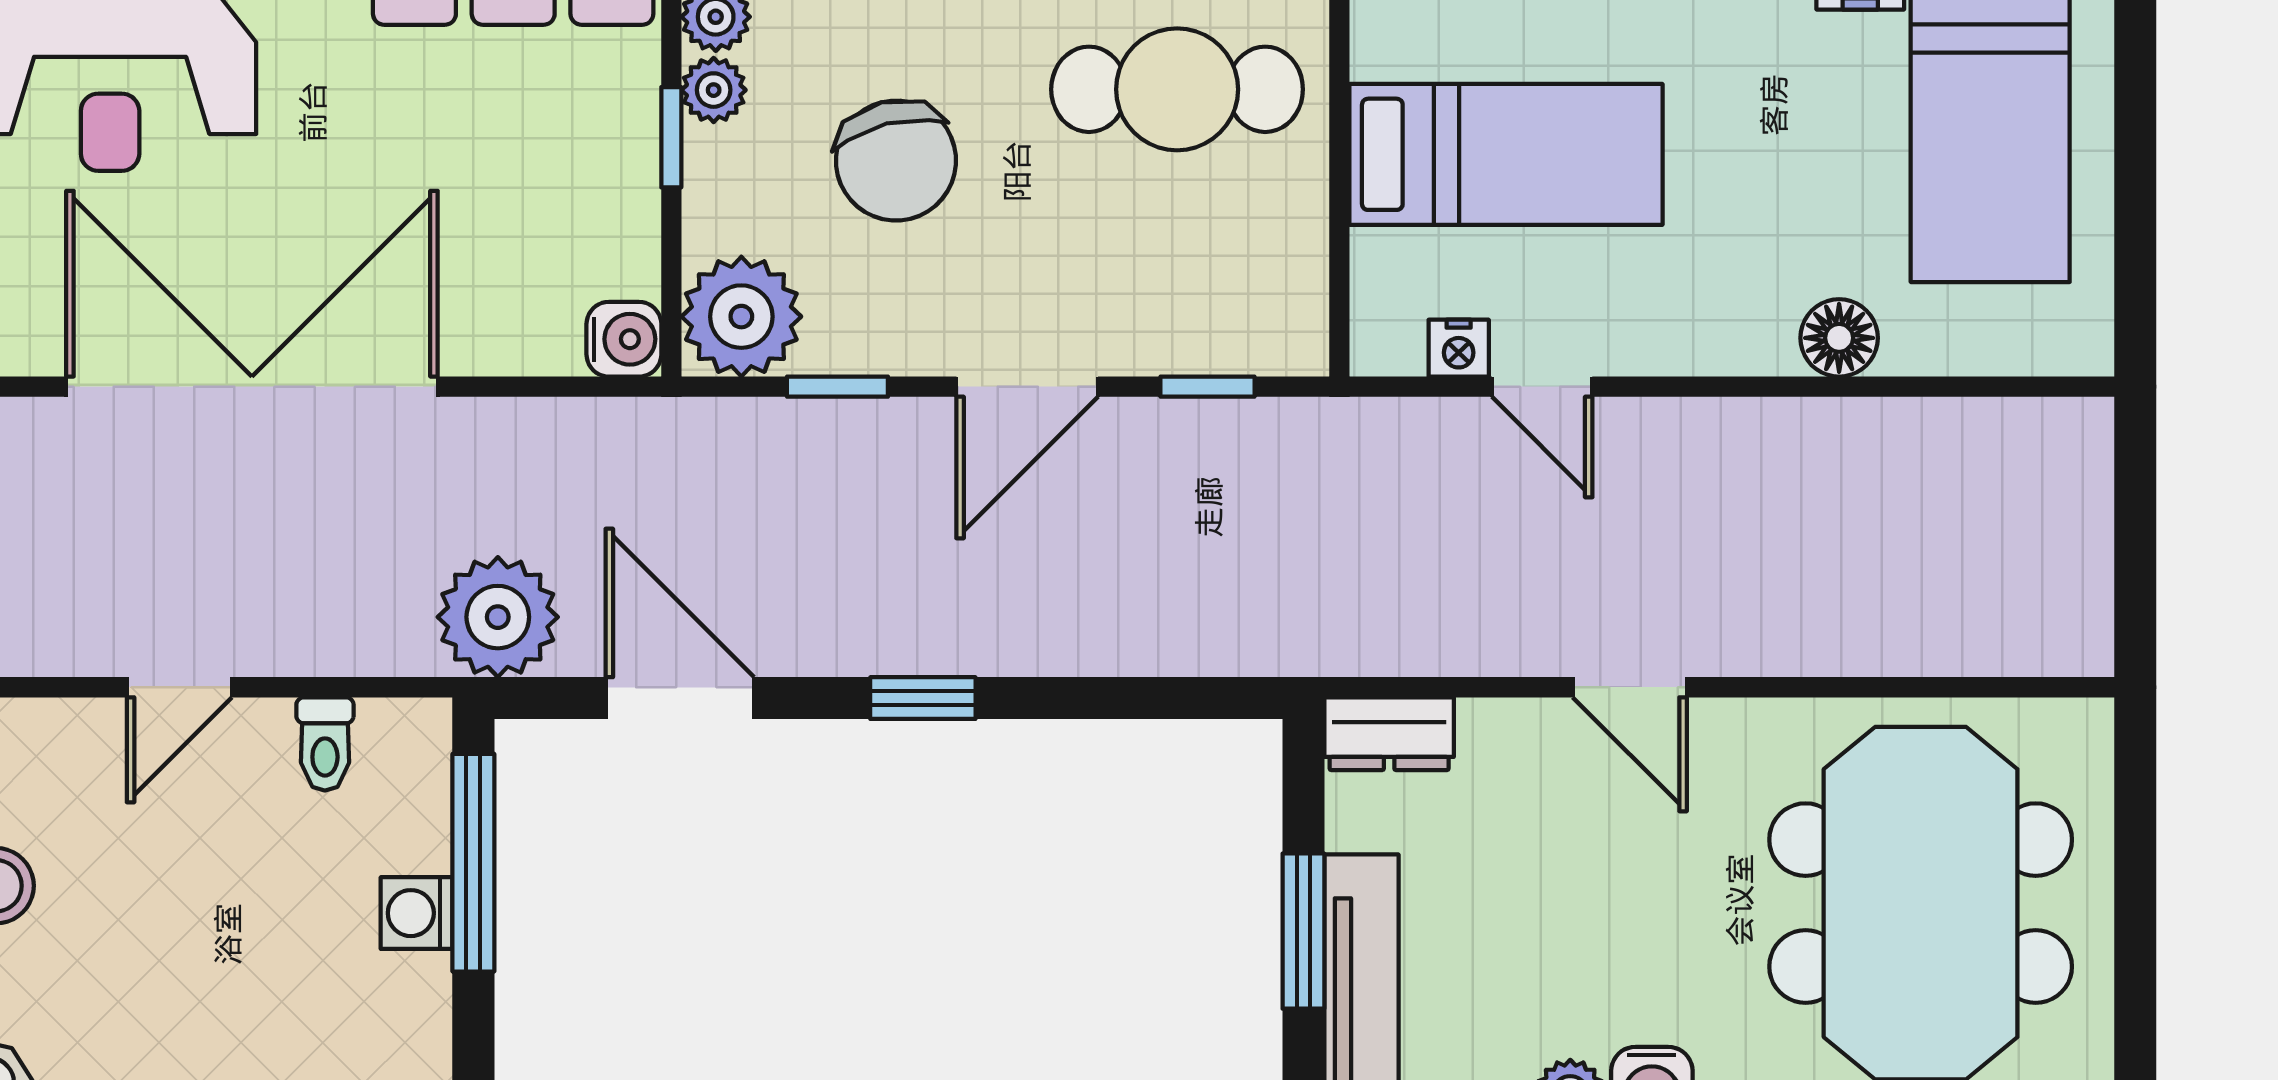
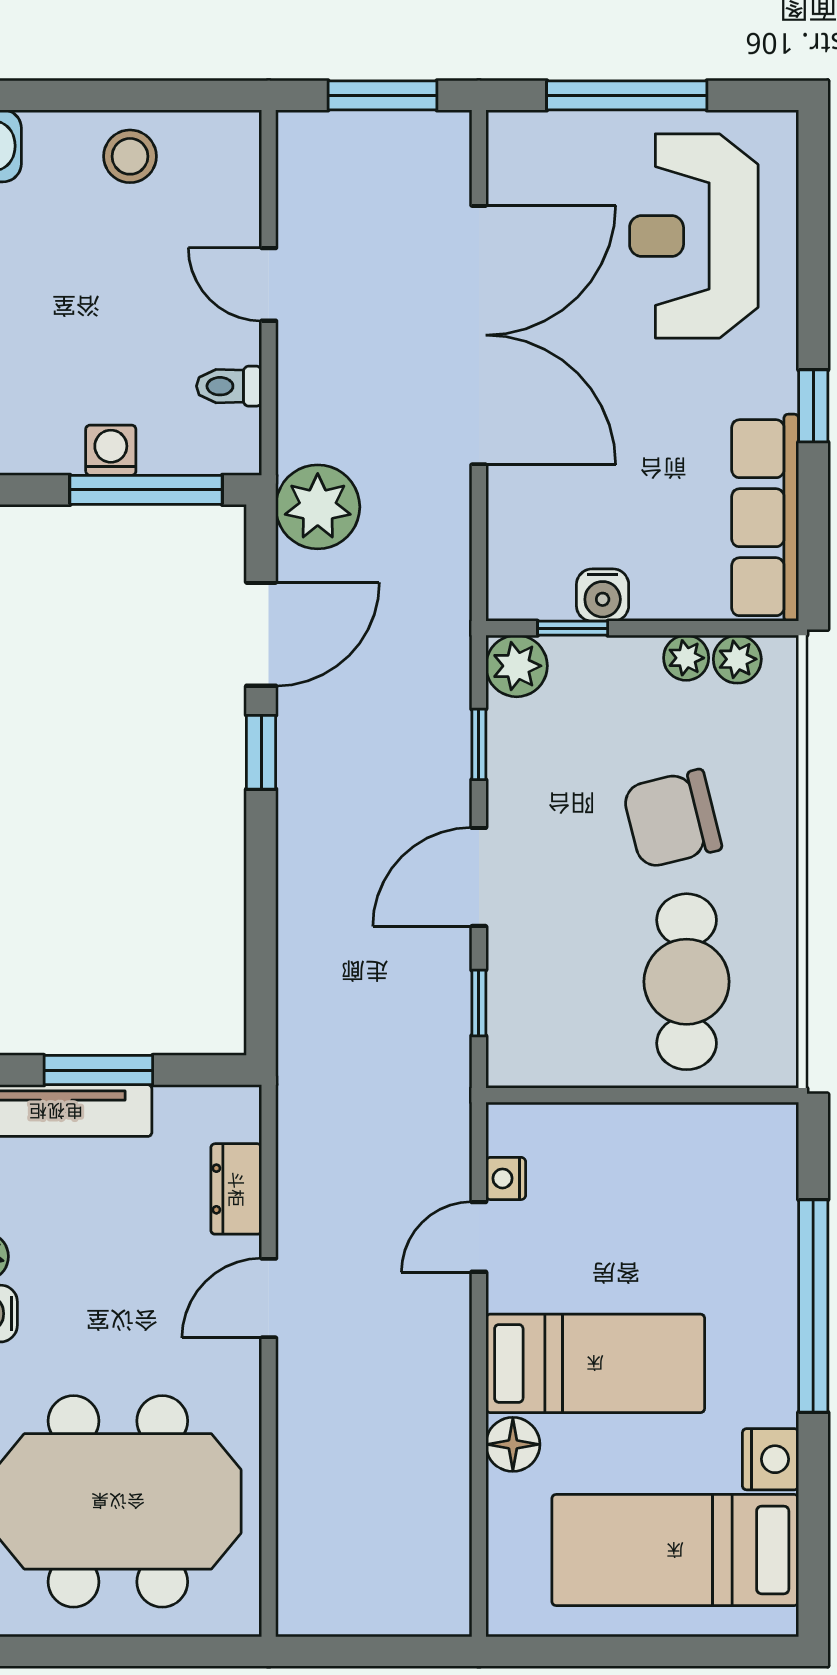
window: (671, 137) -> (573, 628), moved
bed: (1506, 154) -> (595, 1363), moved, turned -90
chair: (896, 161) -> (672, 819), moved
plant: (741, 317) -> (517, 666), width x0.73, depth x0.73
water cooler: (624, 339) -> (603, 595), moved
door: (1027, 387) -> (479, 877), hinge flipped
window: (923, 698) -> (261, 752), moved
dresser: (1389, 734) -> (236, 1189), moved

